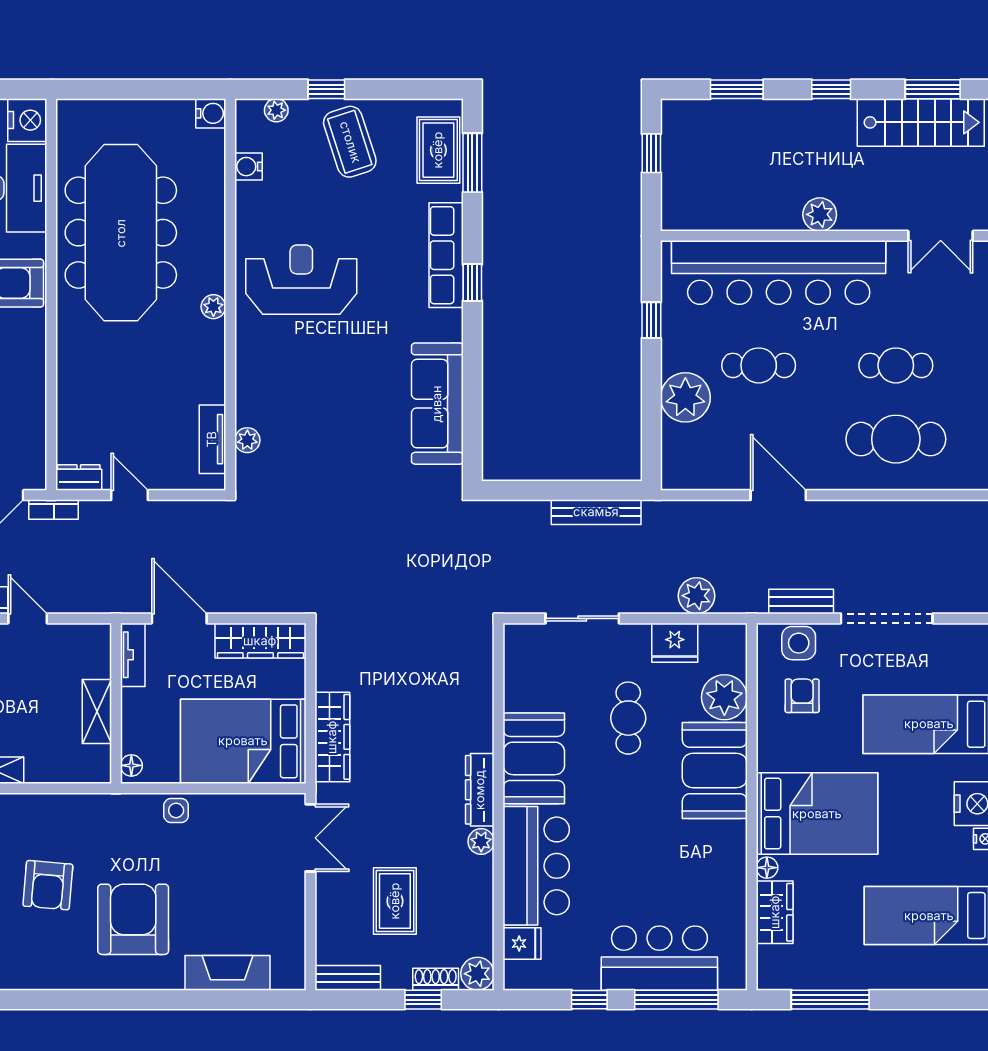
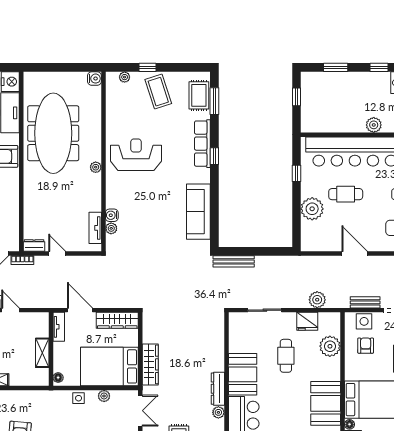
water cooler: (248, 167) -> (112, 215), moved
bench: (596, 512) -> (234, 261), moved
booth: (715, 770) -> (326, 403), moved
plant: (232, 806) -> (104, 396), added

